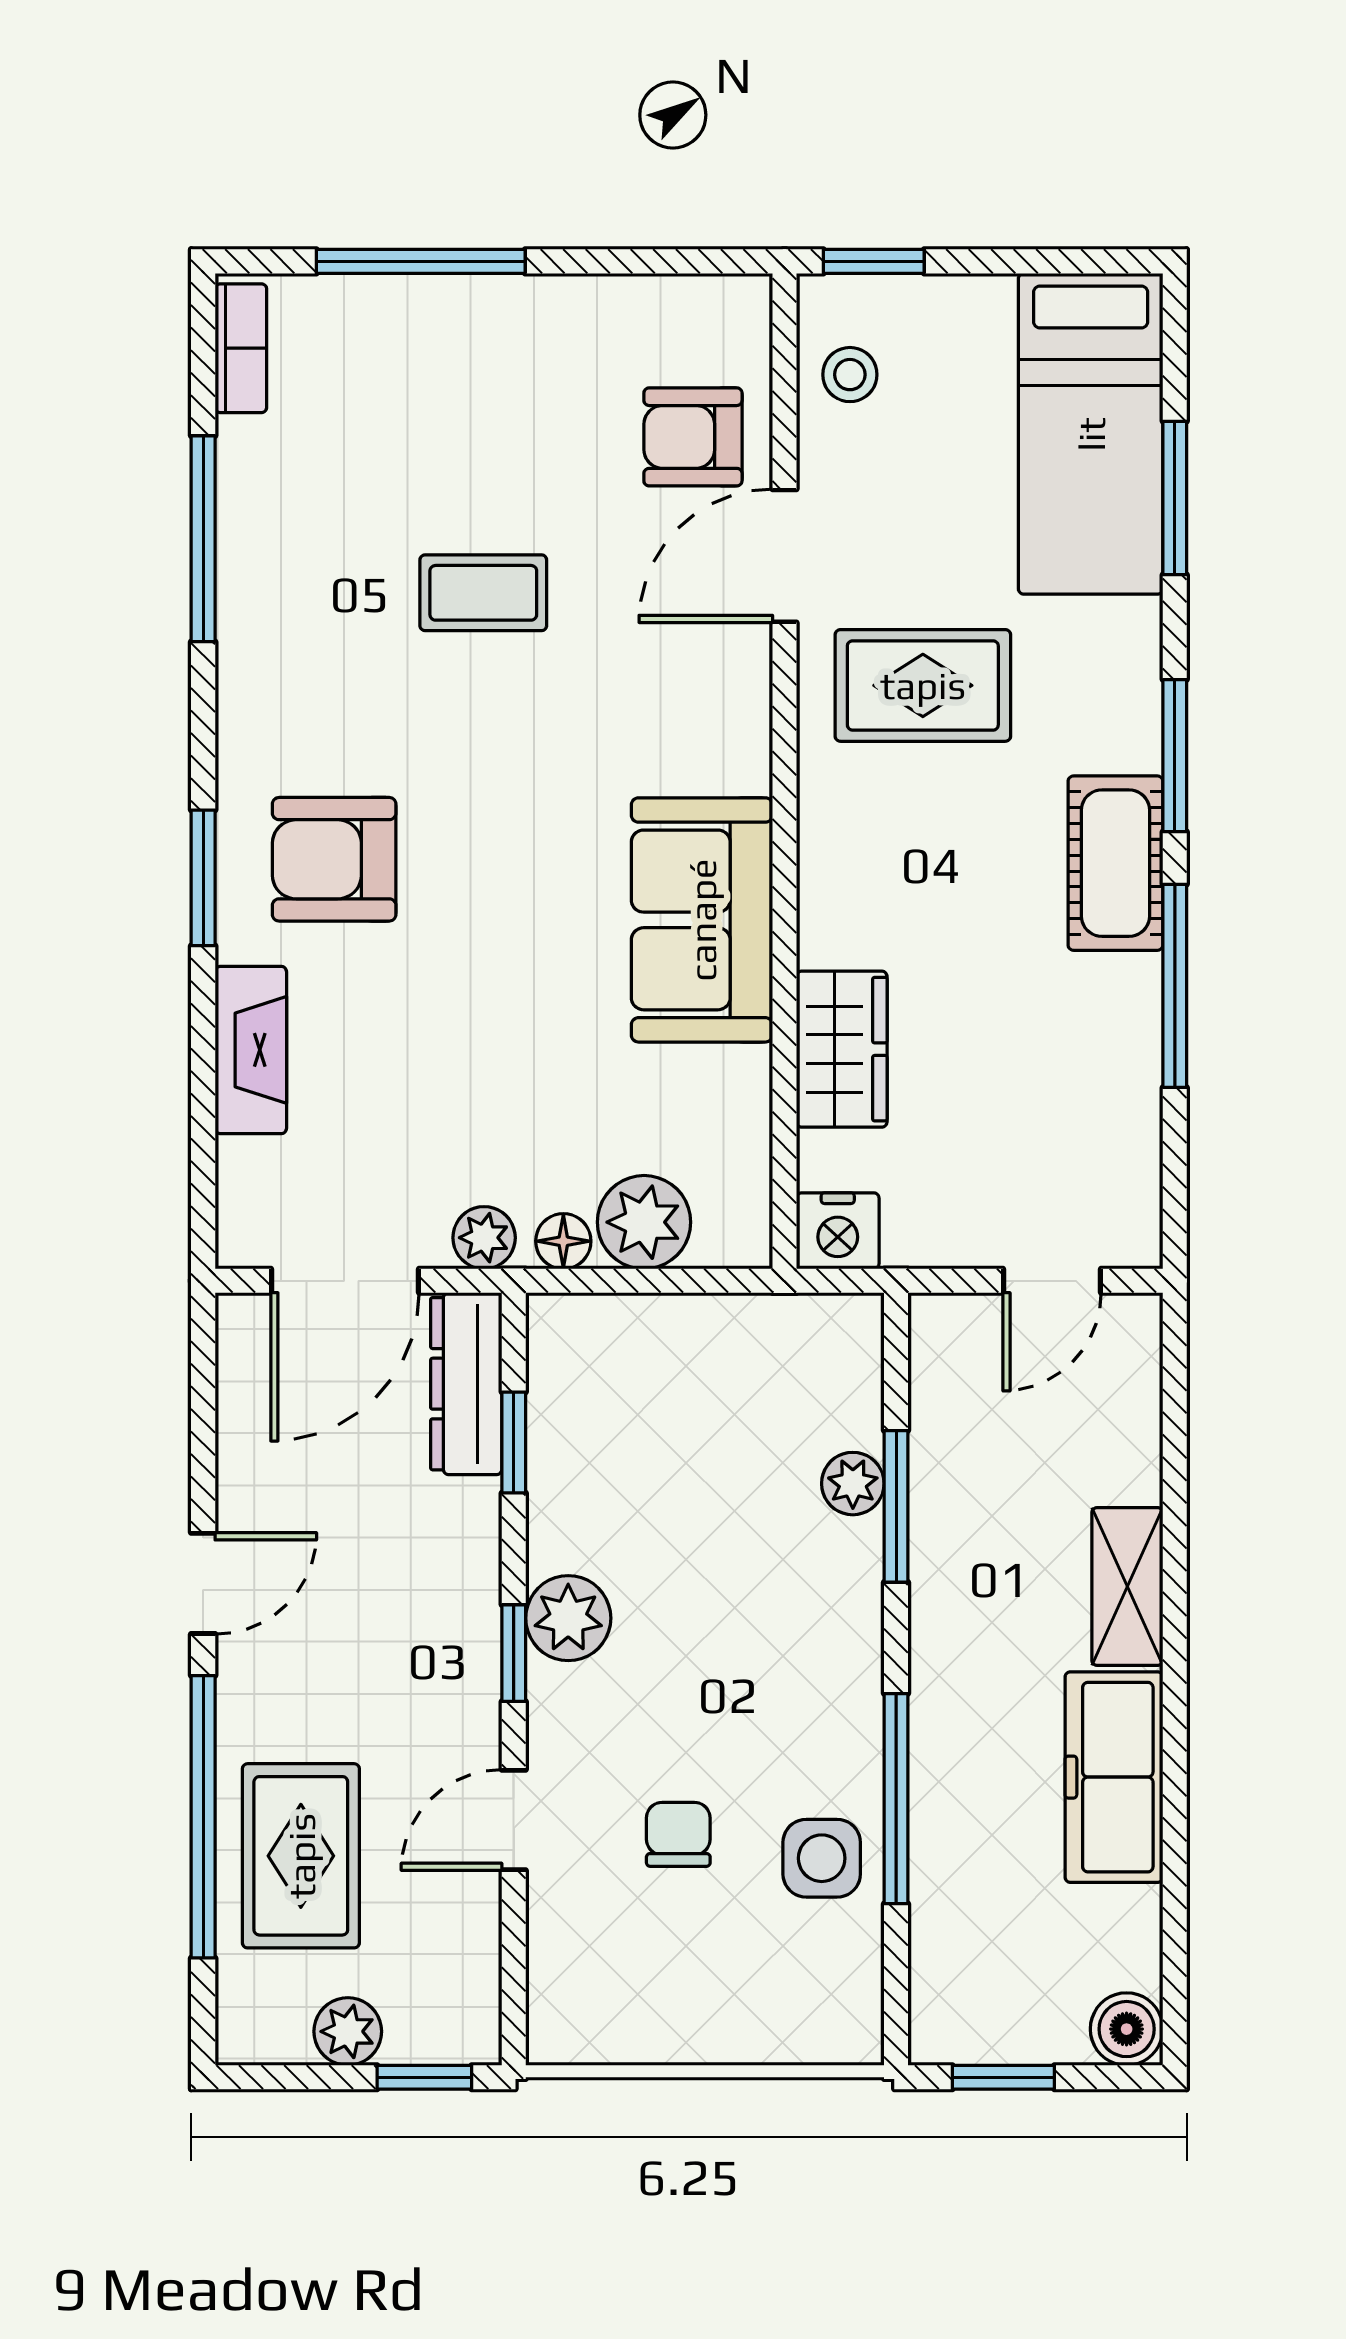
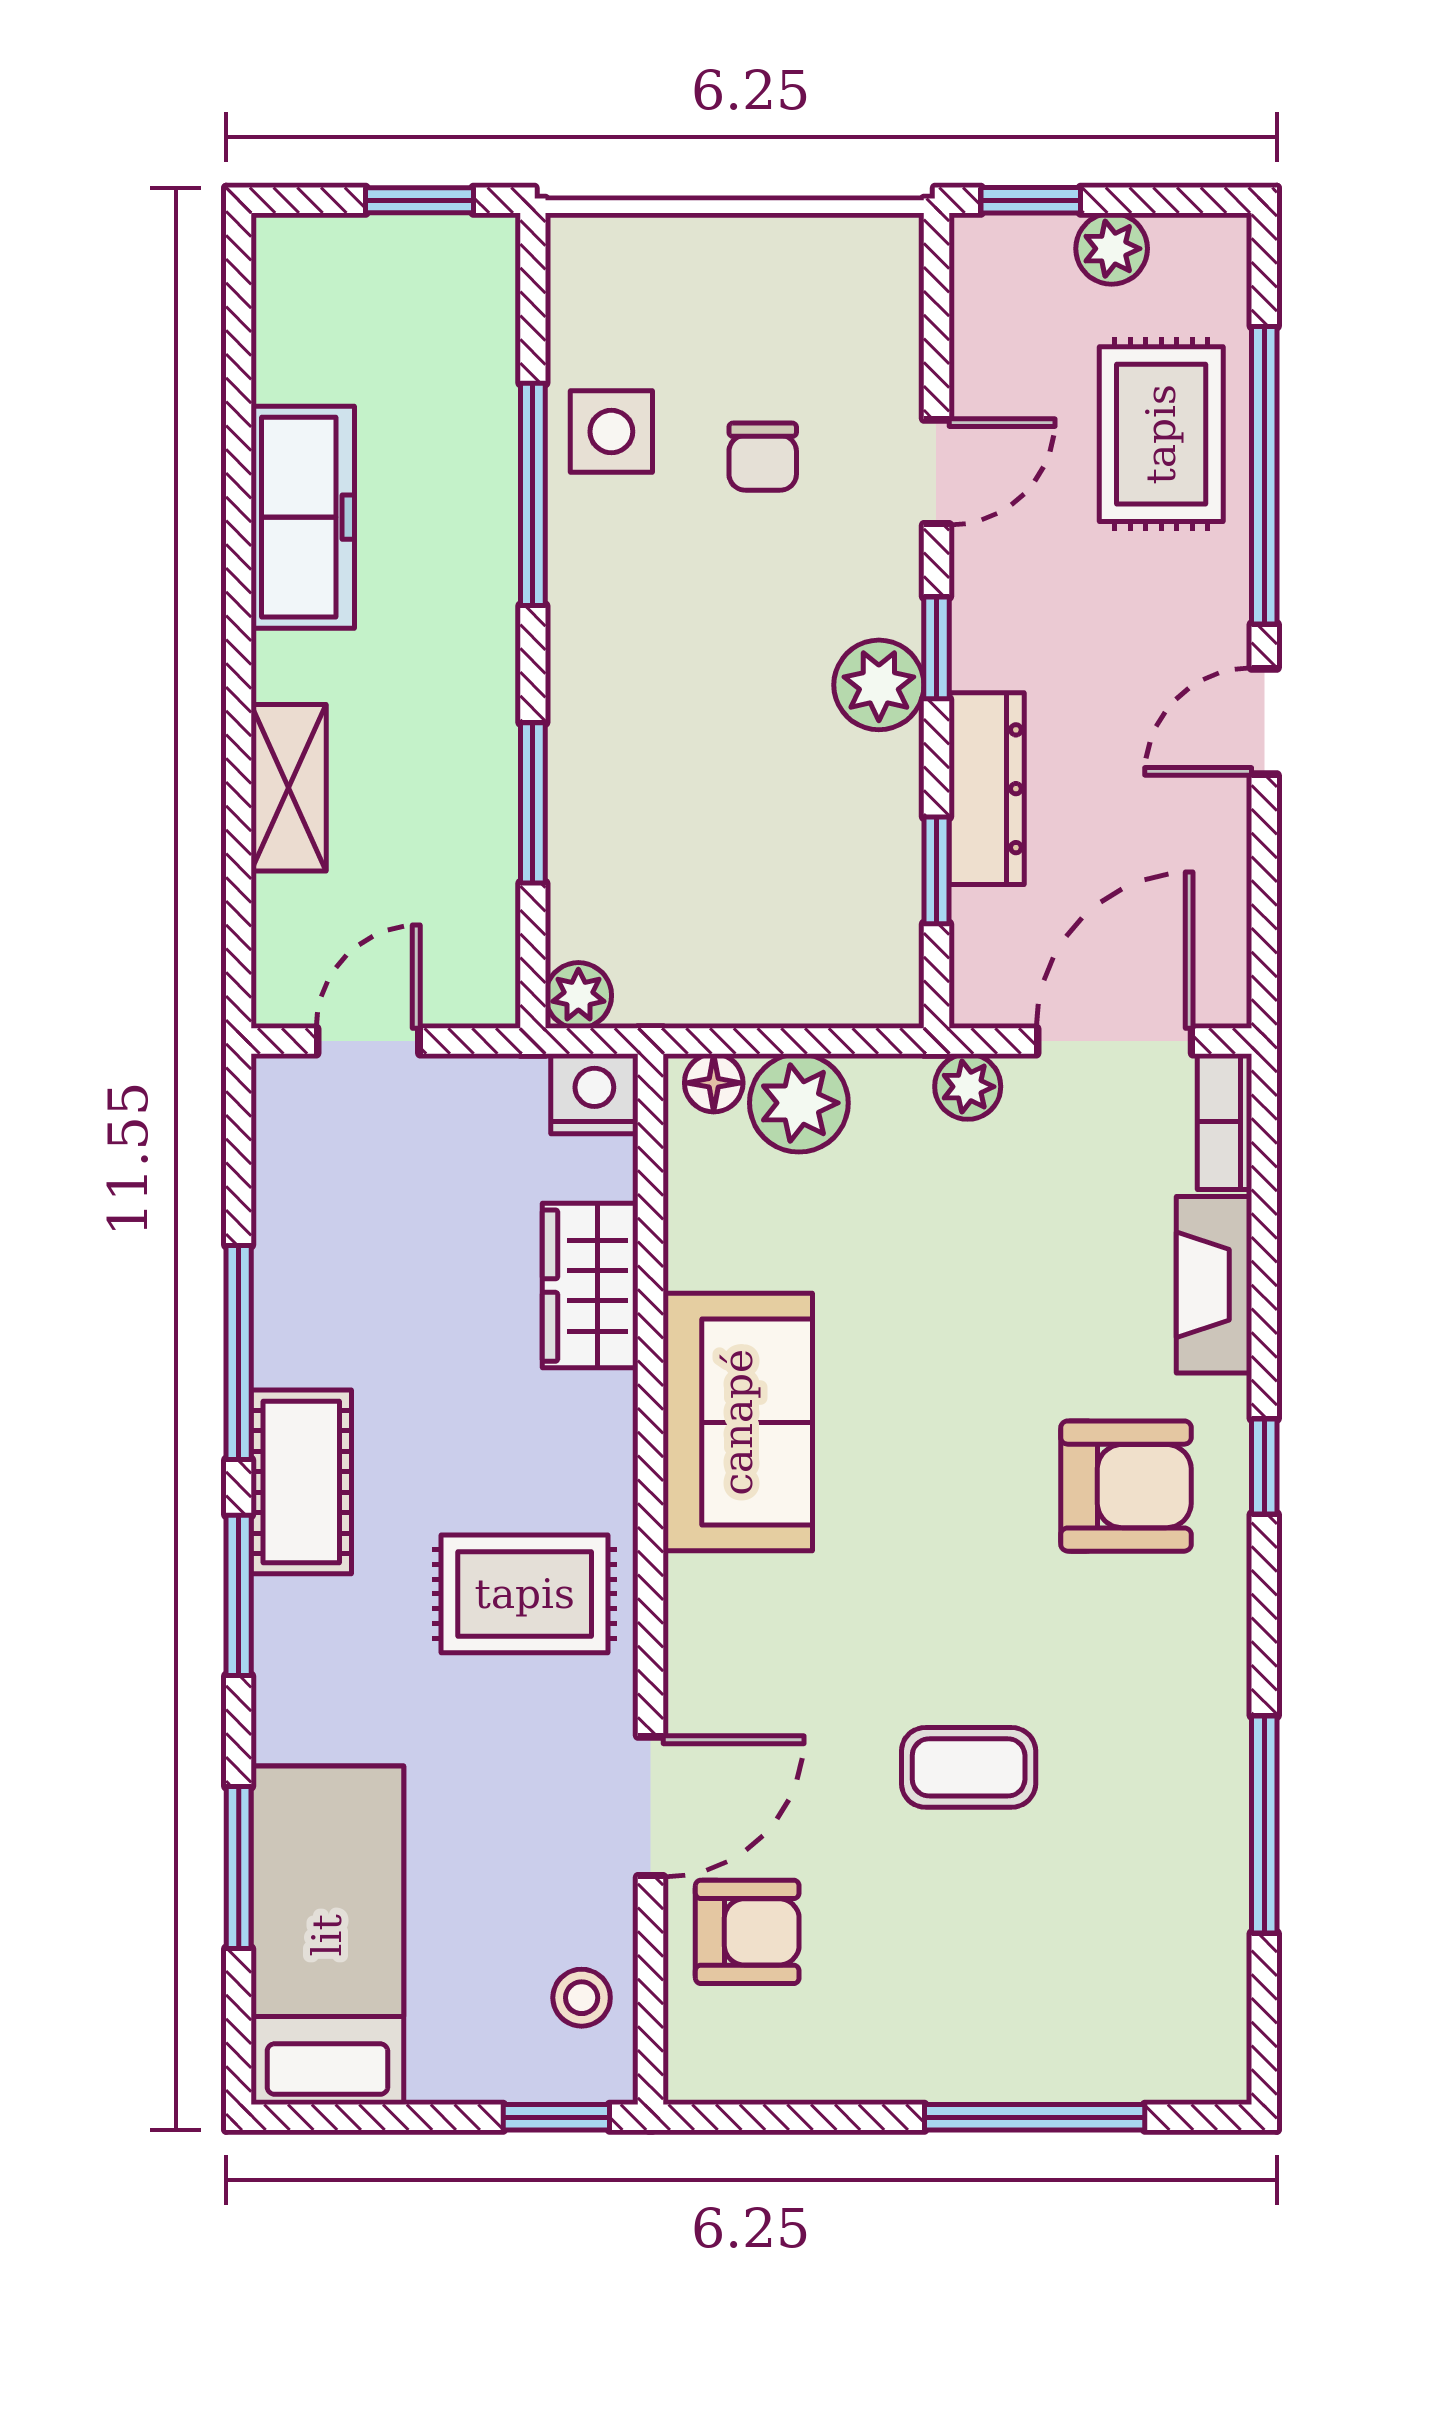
bookcase: (241, 348) -> (1225, 1122), moved
rug: (923, 685) -> (525, 1594), moved
window: (203, 878) -> (1264, 1466), width x0.67
floor lamp: (563, 1241) -> (714, 1083), moved
dresser: (466, 1384) -> (987, 789), moved
plant: (853, 1484) -> (578, 995), moved
shelving: (1127, 1587) -> (289, 788), moved
boiler: (1127, 2029) -> (290, 251), removed

